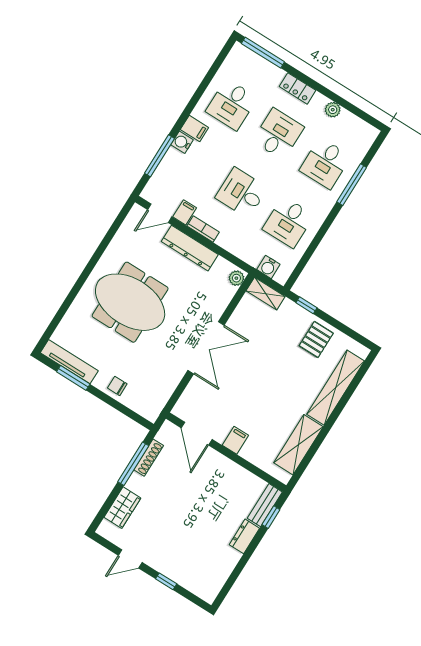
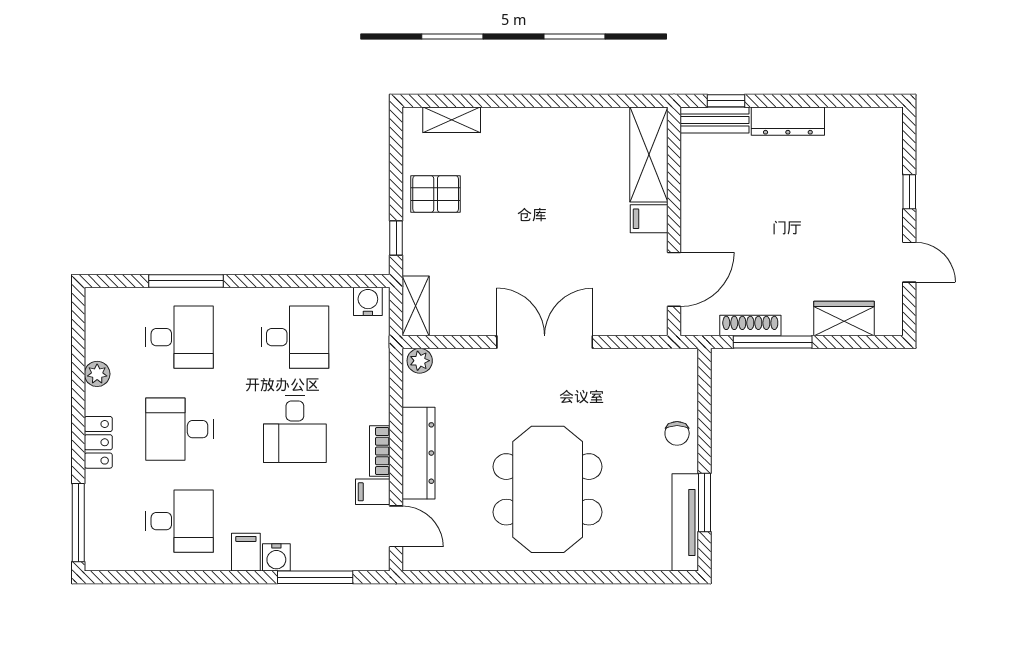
water cooler: (268, 267) -> (368, 301), moved, turned -90
shelving: (336, 388) -> (452, 120), width x0.45, depth x0.75
shelving: (298, 445) -> (649, 155), moved, turned 90
dresser: (244, 536) -> (788, 121), width x1.44

